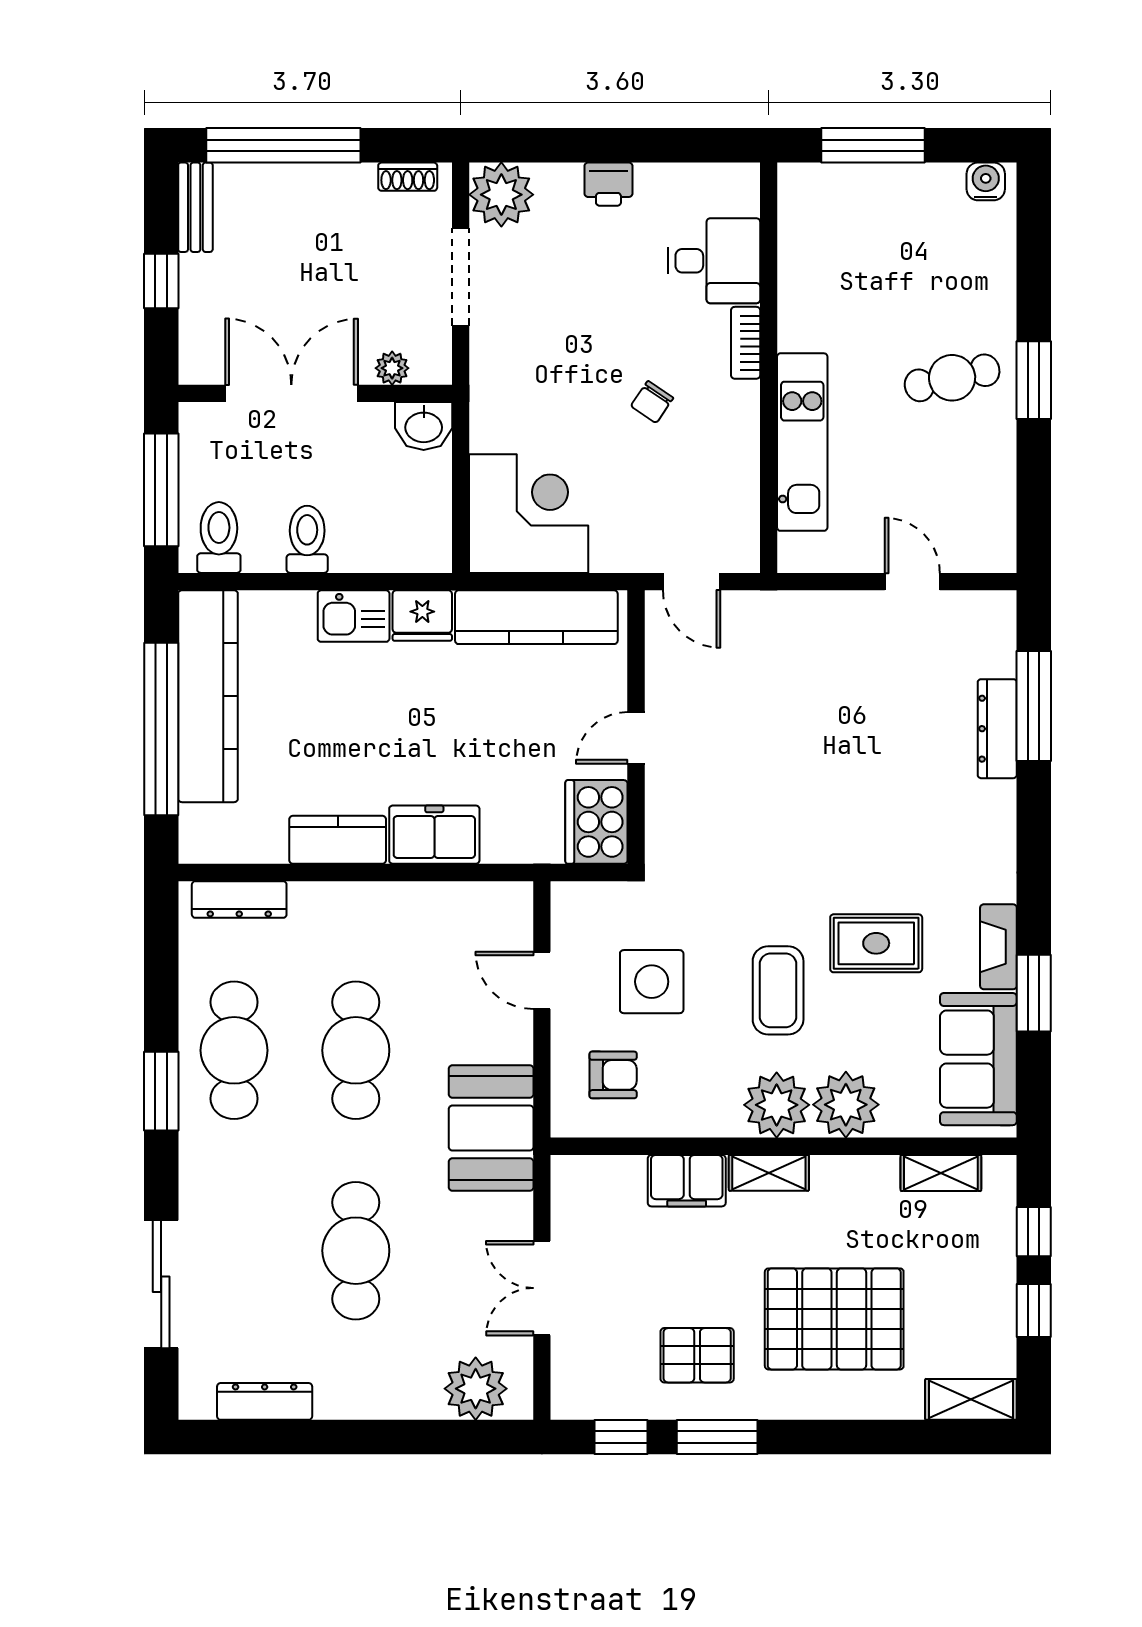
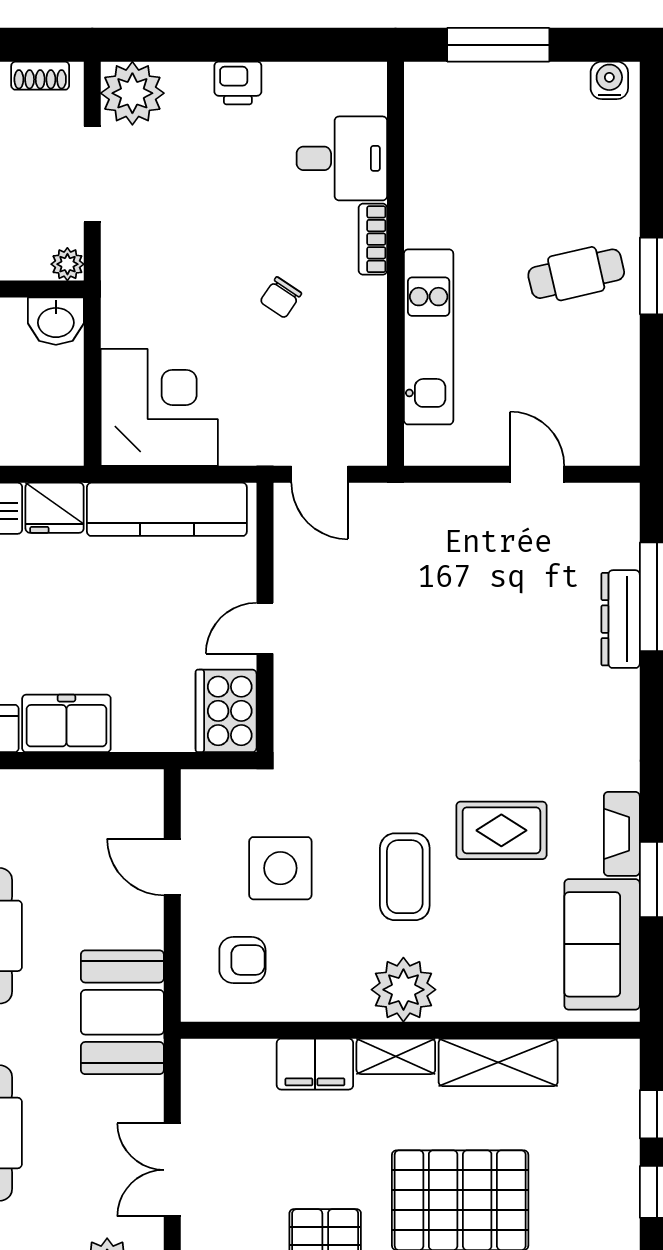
plant: (392, 368) -> (67, 264), moved
plant: (846, 1105) -> (472, 989), removed
shelving: (941, 1173) -> (498, 1062), moved, width x1.50, depth x1.33

